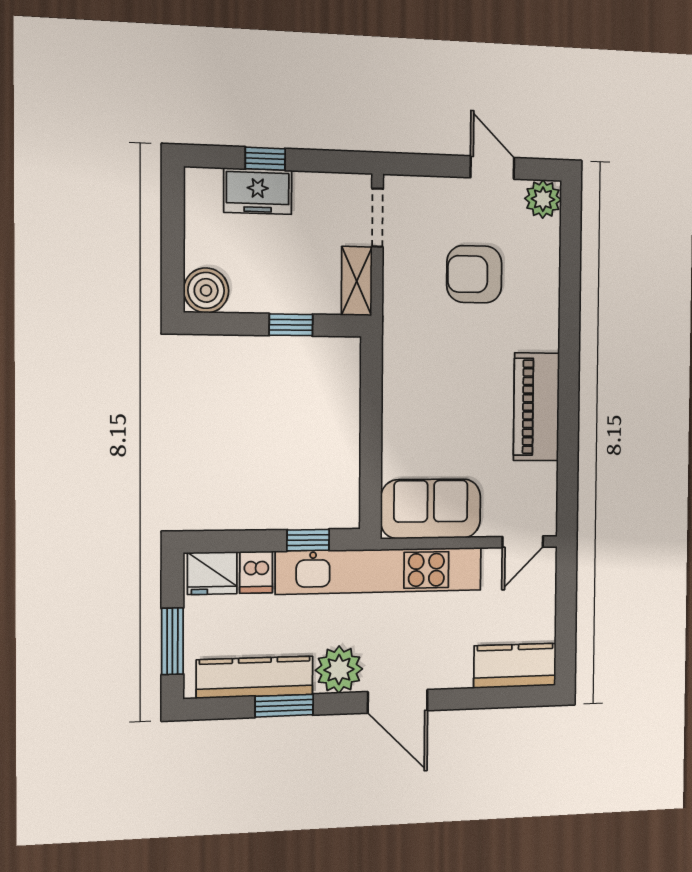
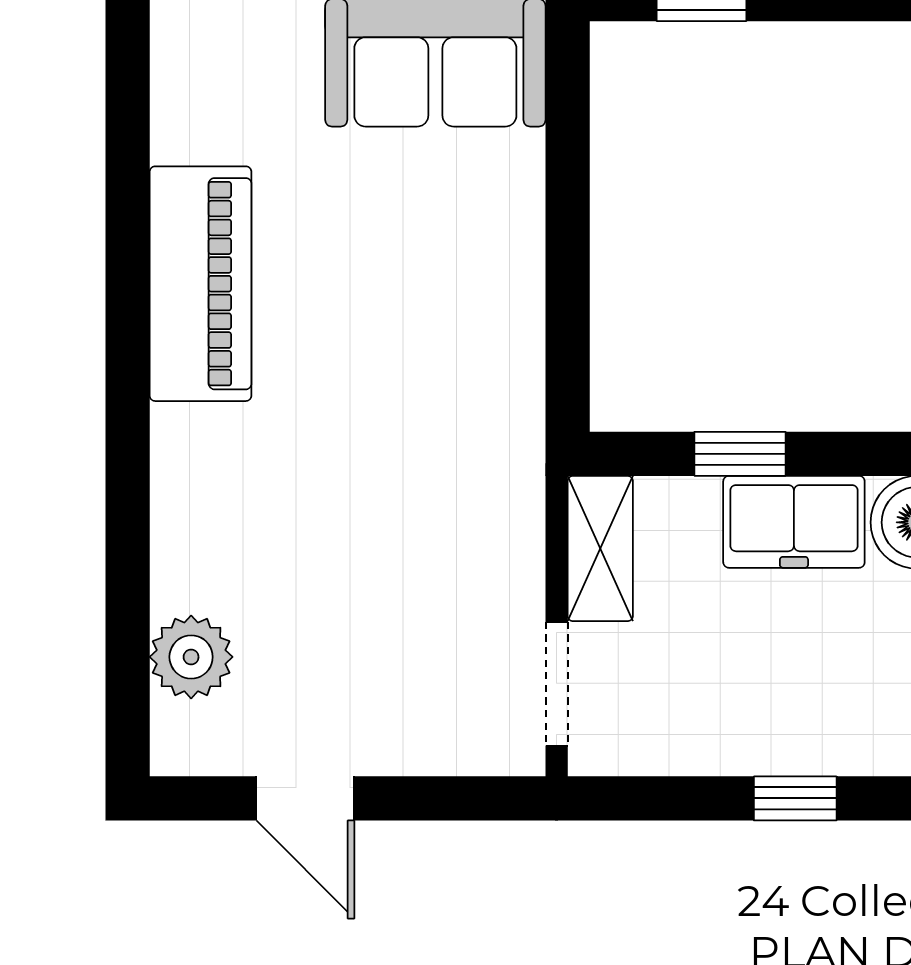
freezer: (258, 191) -> (794, 522), moved, turned 180
plant: (543, 199) -> (191, 657), moved
armchair: (474, 274) -> (343, 569), removed

